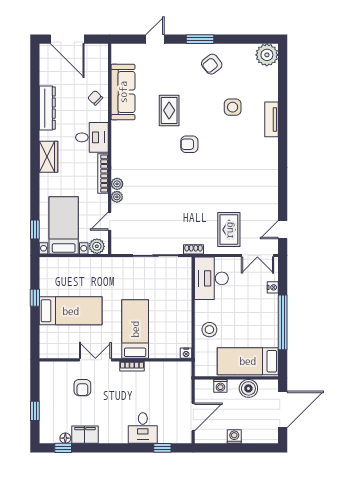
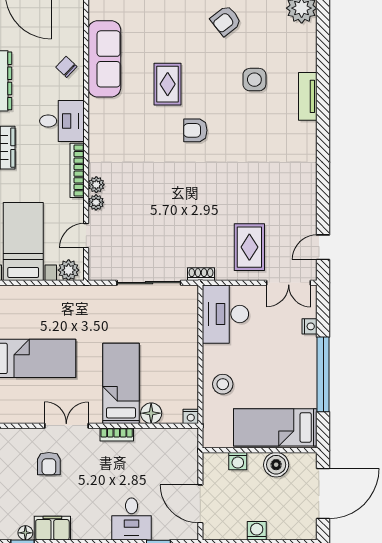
floor lamp: (157, 351) -> (151, 413), added
door: (193, 417) -> (200, 504), swing flipped

